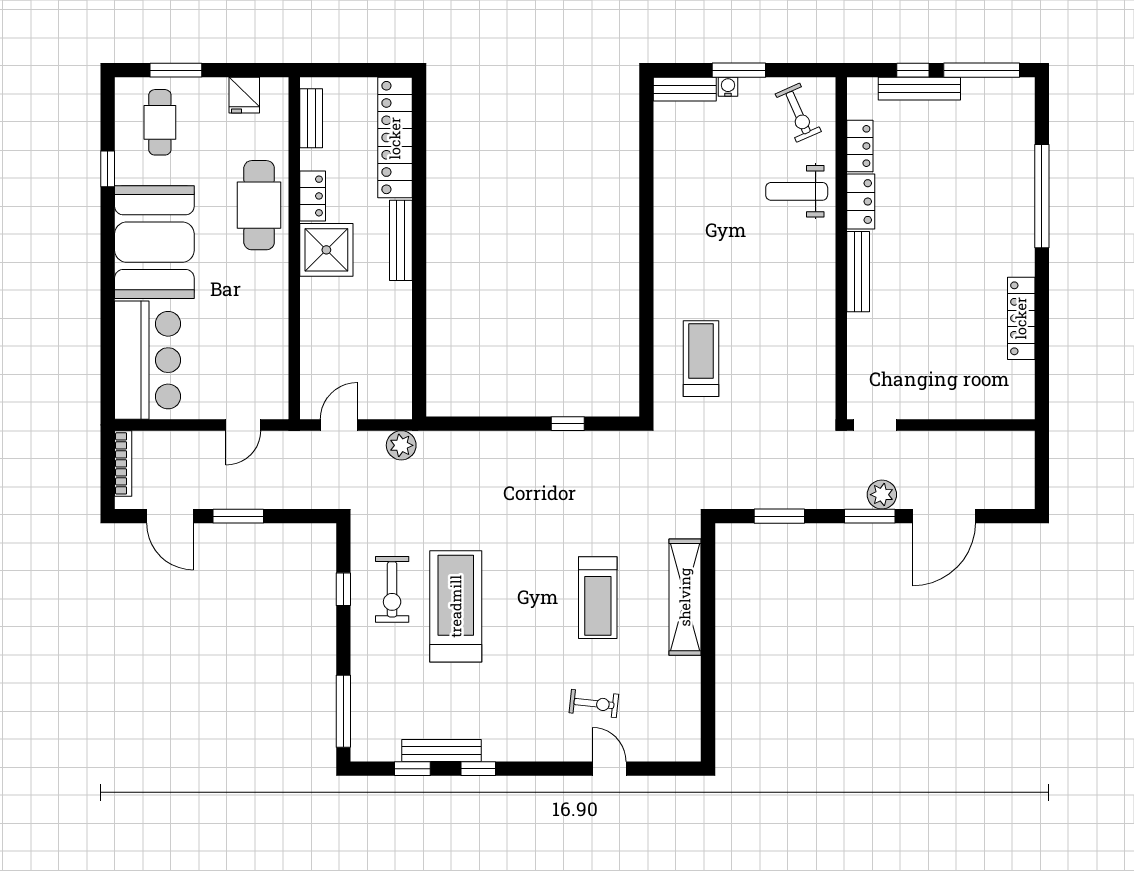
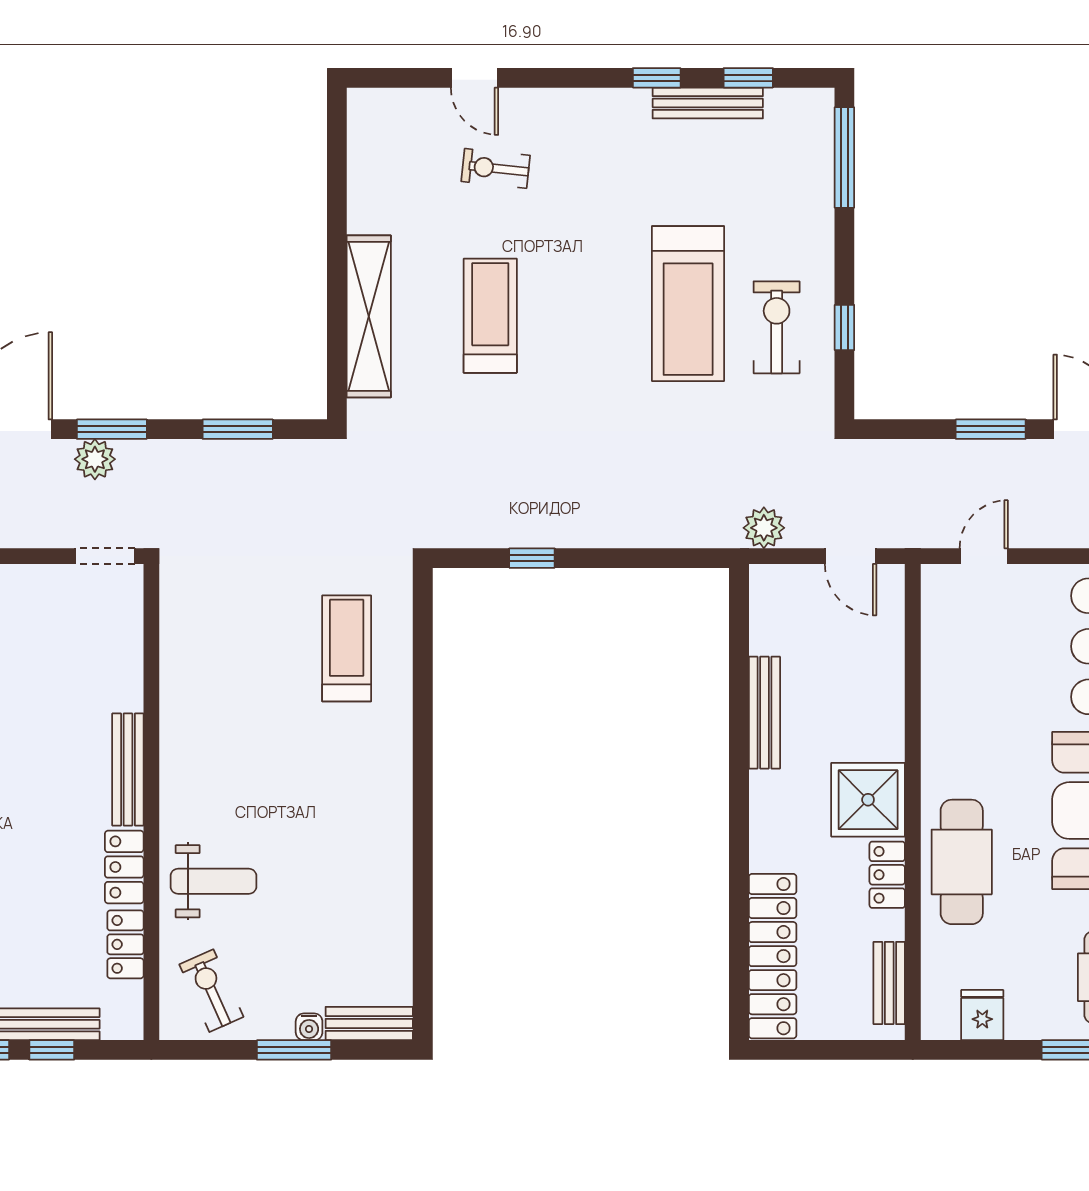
bench: (401, 240) -> (764, 713), moved
treadmill: (701, 359) -> (347, 648), turned 180
door: (339, 425) -> (851, 556), hinge flipped

